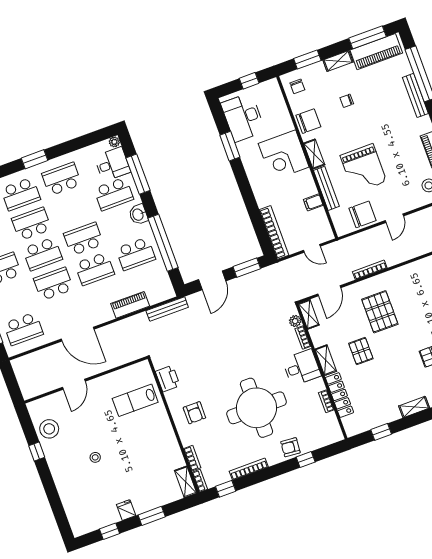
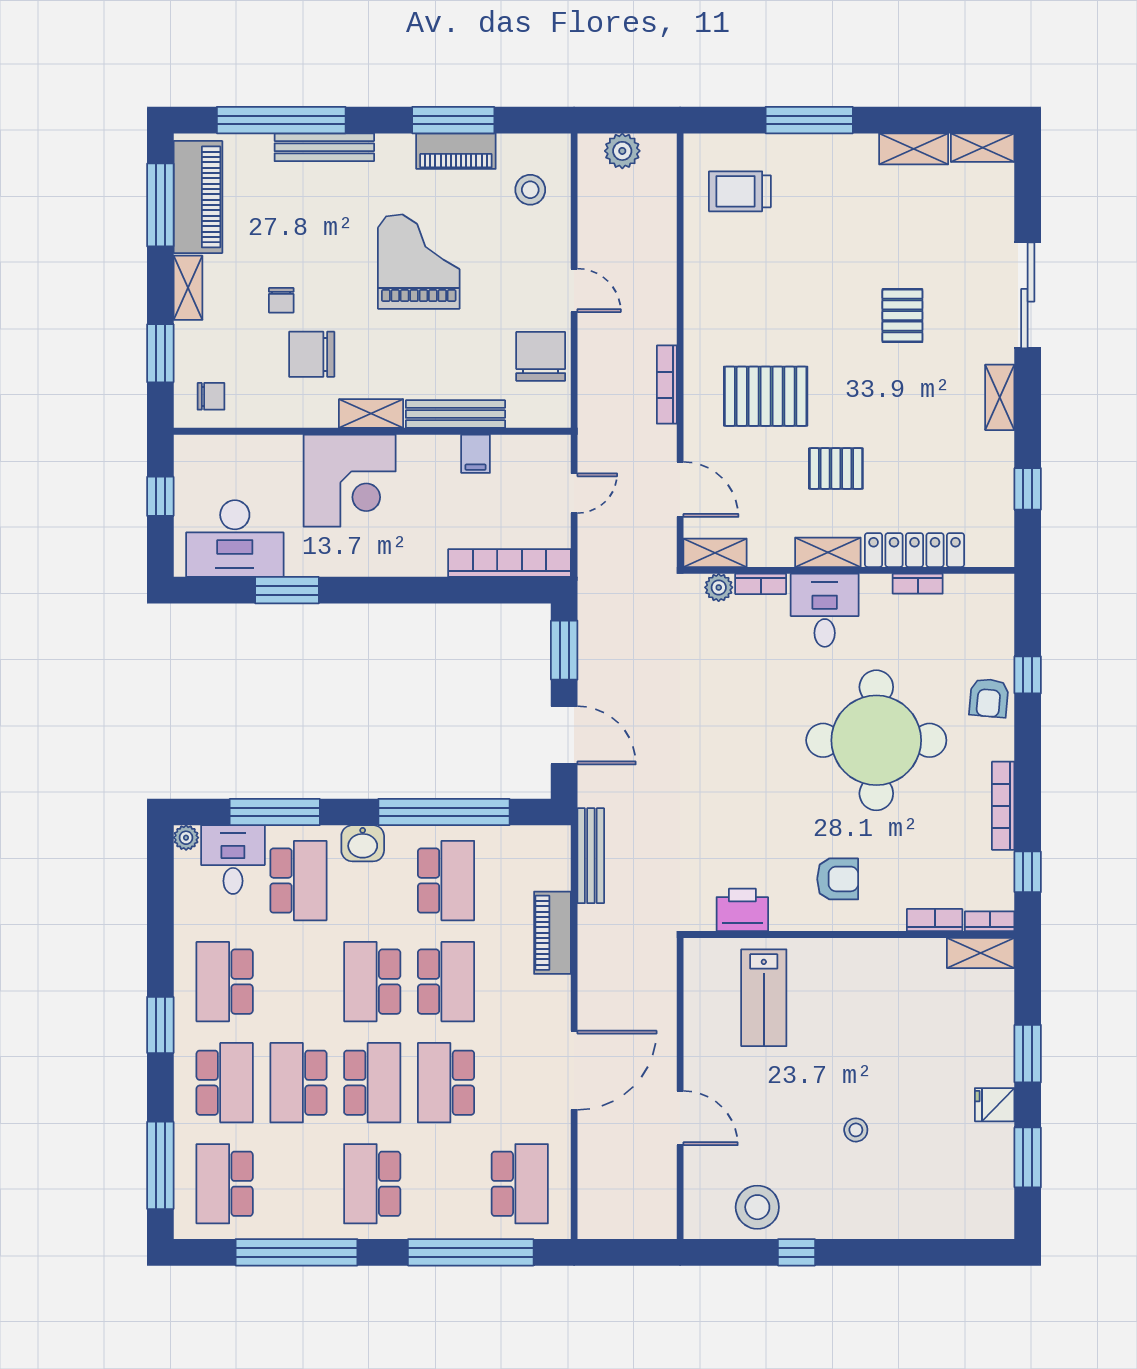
chair: (308, 121) -> (312, 354), moved, turned -90
grand piano: (363, 168) -> (419, 262), moved, turned -90
window: (110, 531) -> (1028, 1157), width x1.50

